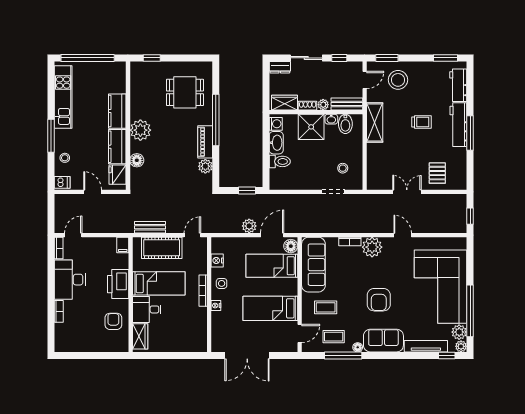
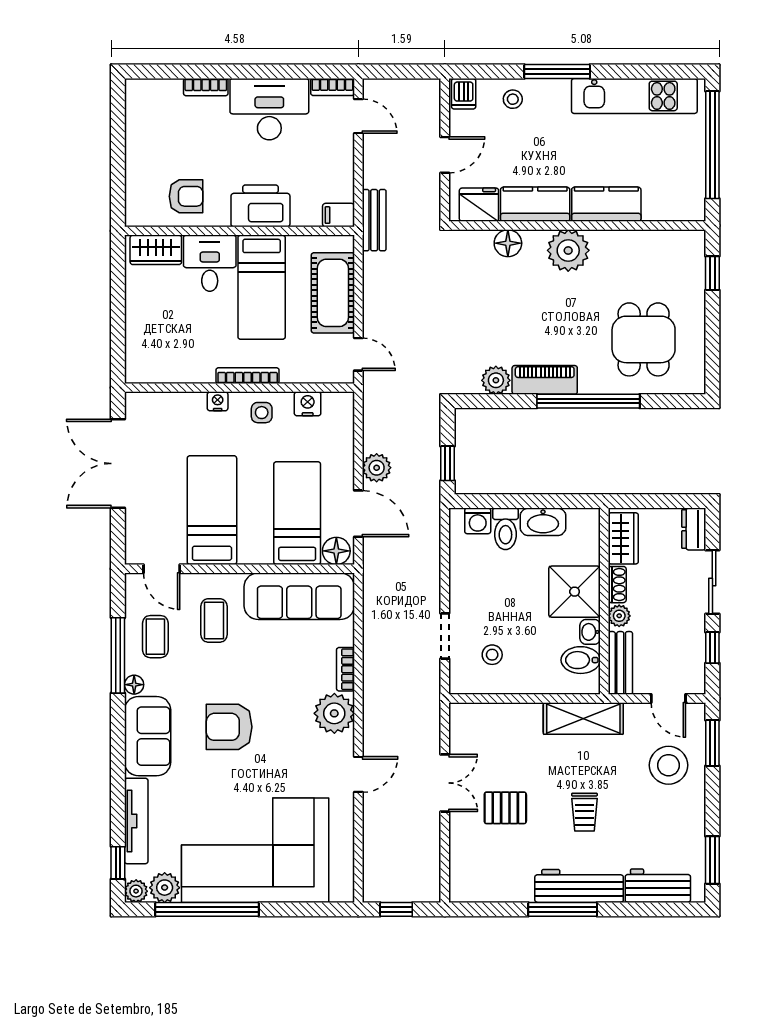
washing machine: (276, 124) -> (478, 521), moved
pallet: (437, 173) -> (505, 808), moved
bench: (150, 227) -> (374, 220), moved

